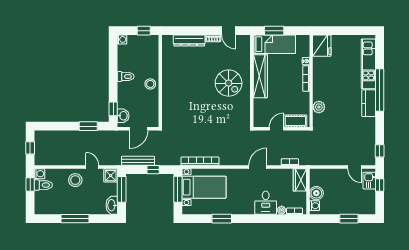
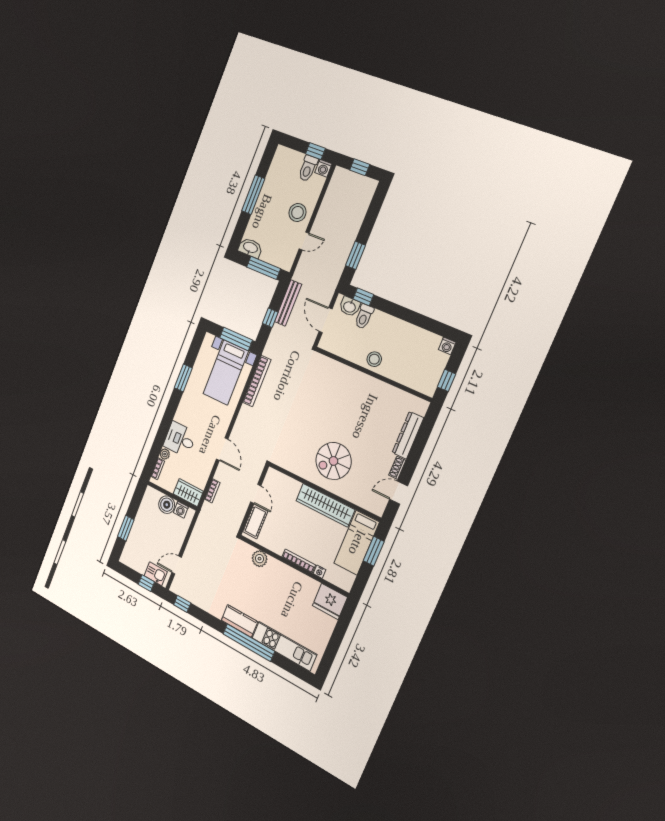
toilet: (126, 76) -> (364, 316), moved
shower: (111, 176) -> (285, 260), removed
washing machine: (314, 206) -> (181, 510), moved

